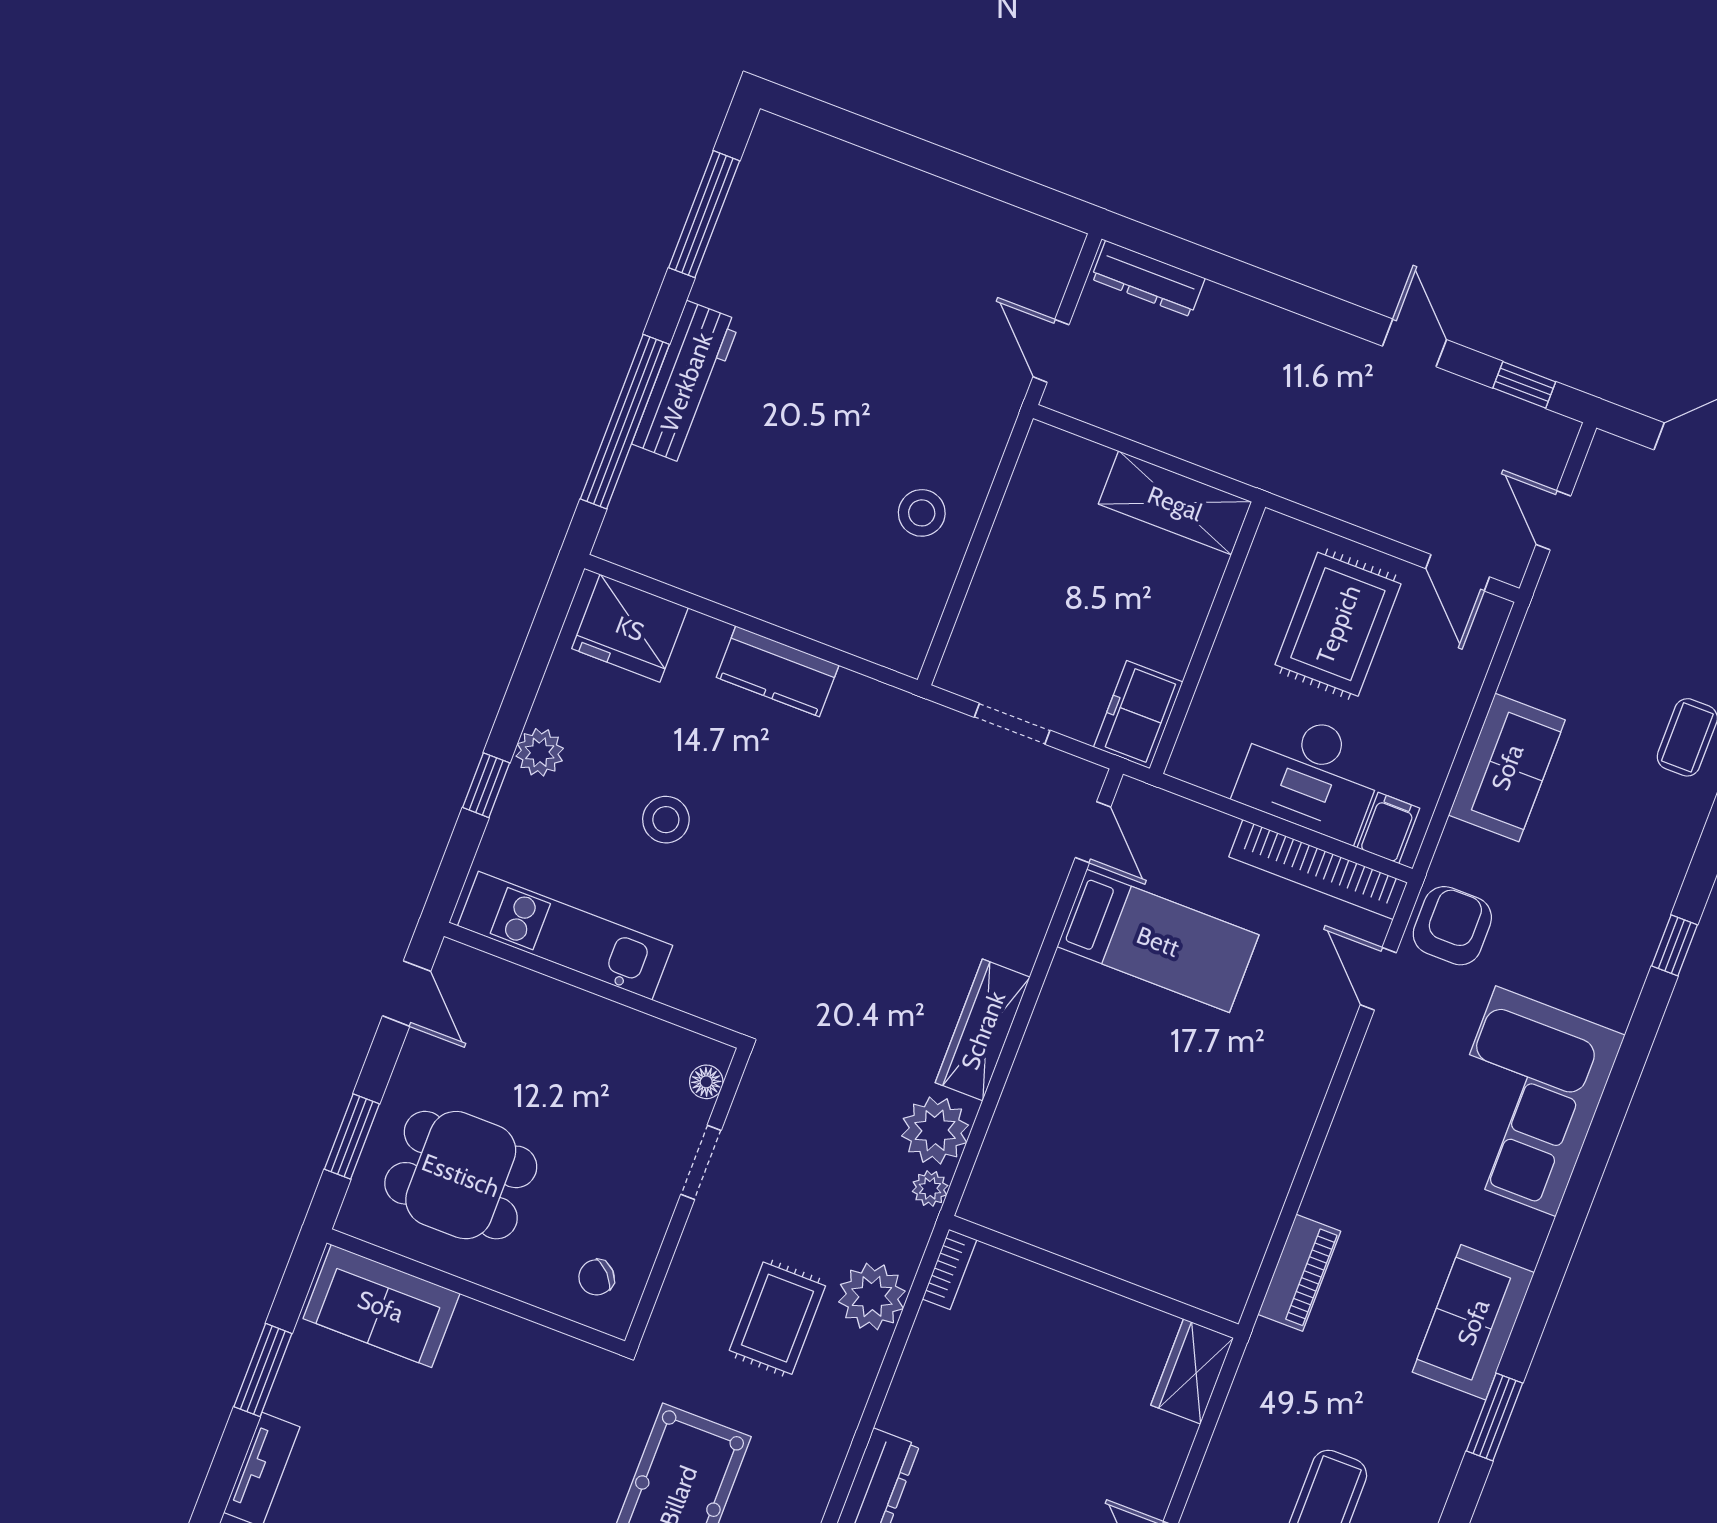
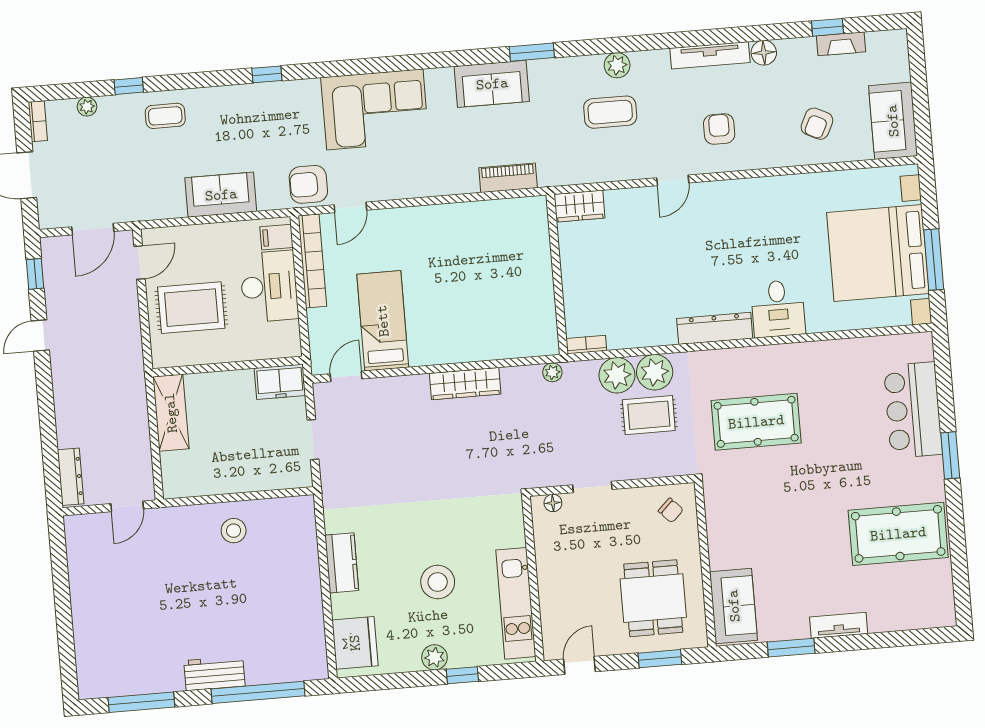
workbench: (686, 382) -> (214, 673), width x0.73
door: (1553, 520) -> (93, 229), width x1.38
stool: (666, 820) -> (438, 582), width x1.38, depth x1.38
plant: (935, 1130) -> (655, 372), moved

